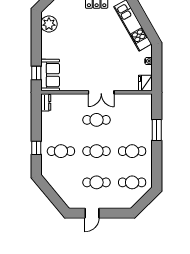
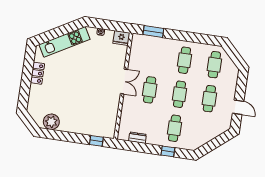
sofa: (50, 75) -> (100, 128), removed
dresser: (46, 102) -> (137, 138), moved
window: (157, 130) -> (153, 32), moved

